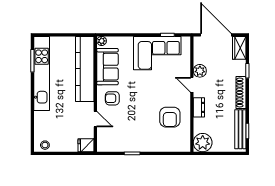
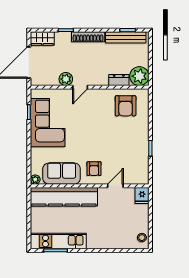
kitchen unit: (42, 73) -> (58, 241), width x0.73
dresser: (199, 107) -> (119, 80), moved
armchair: (170, 117) -> (126, 106), moved, turned 90

